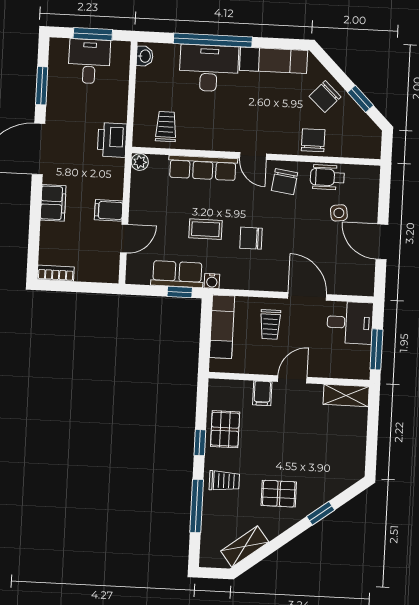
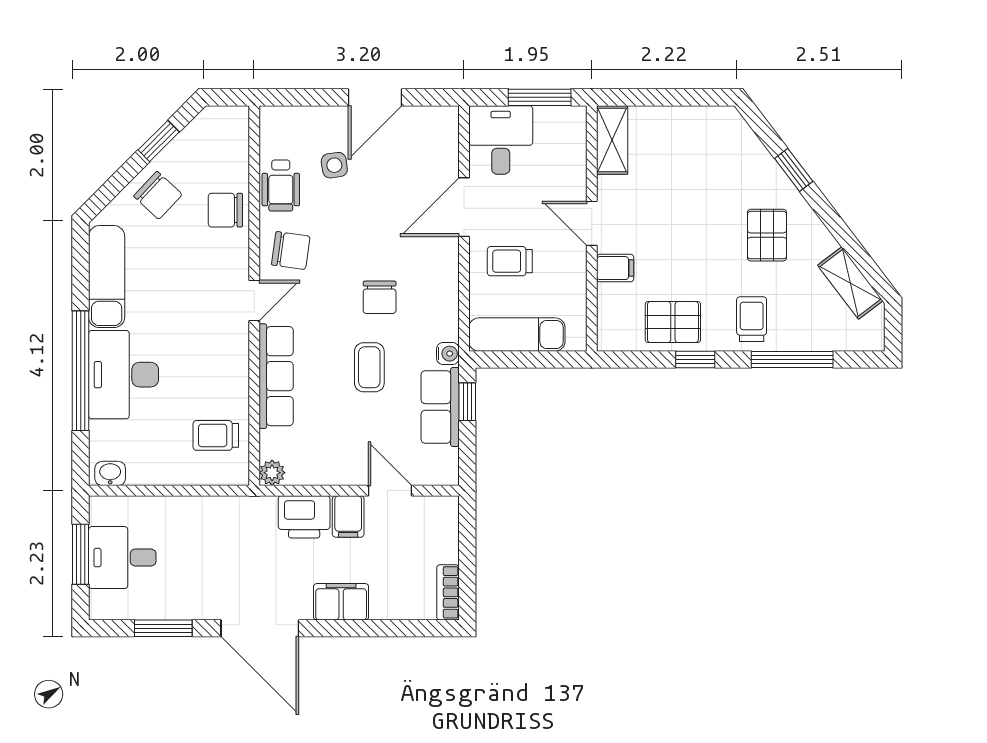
printer: (112, 140) -> (304, 517), moved
trolley: (270, 325) -> (510, 261), turned 180

